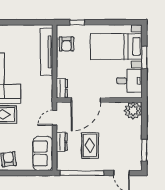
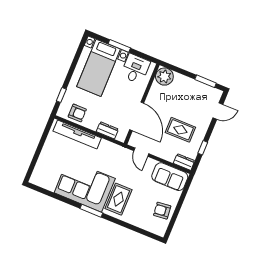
dresser: (62, 88) -> (107, 130), moved
dresser: (62, 142) -> (184, 162), moved
window: (82, 173) -> (203, 148), width x0.32

